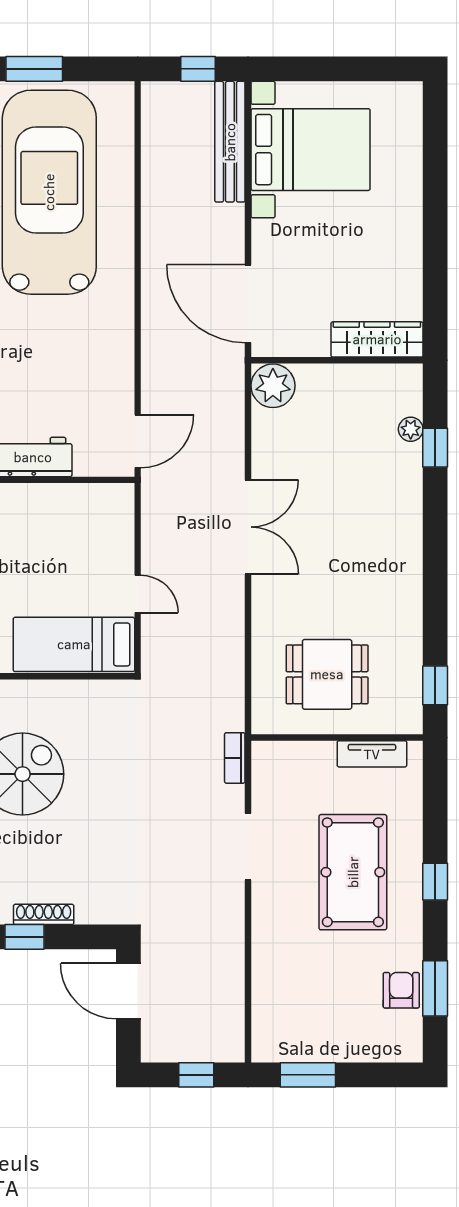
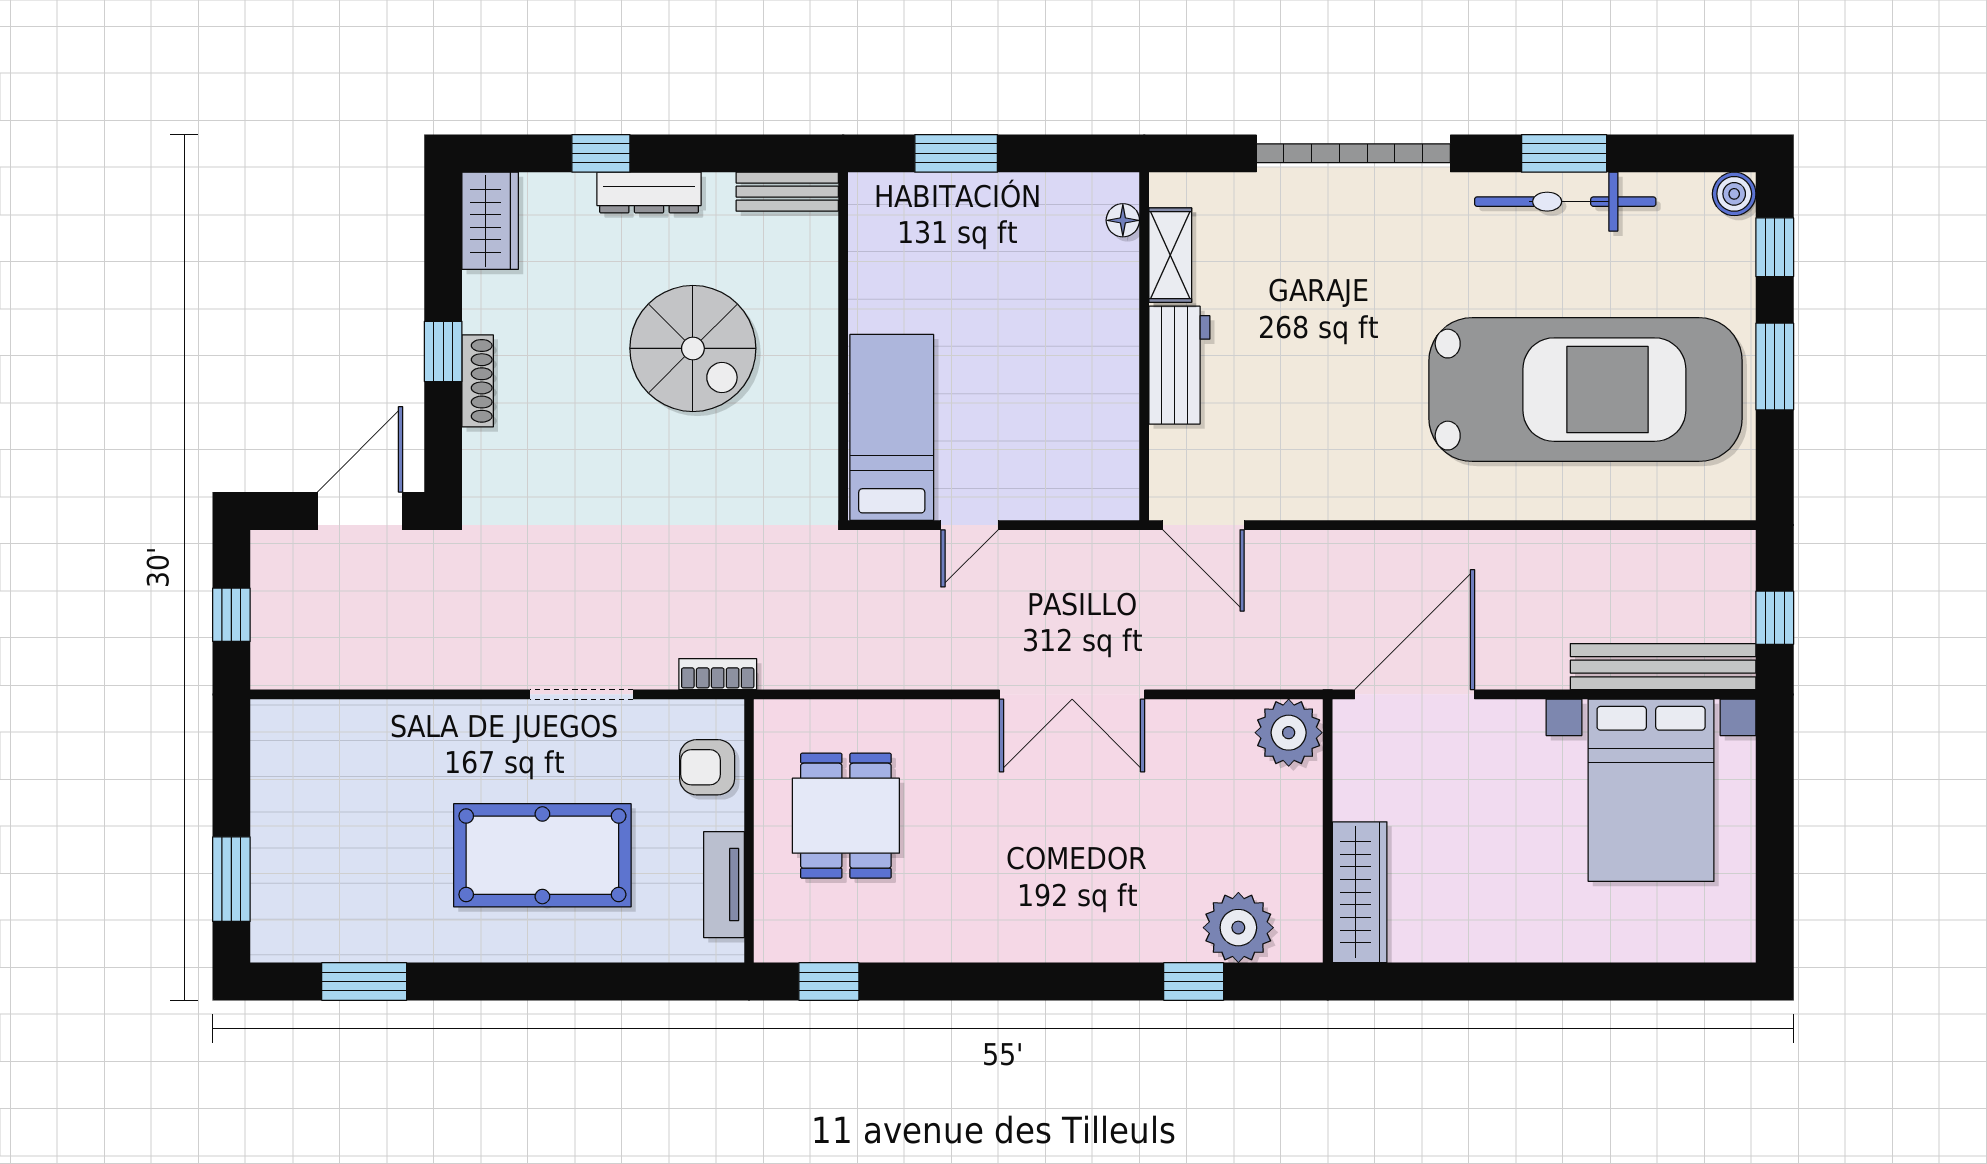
plant: (411, 429) -> (1238, 928), width x1.87, depth x1.87
window: (435, 882) -> (528, 981), removed
armchair: (401, 990) -> (707, 767), moved, turned 180
window: (308, 1075) -> (231, 879), moved

